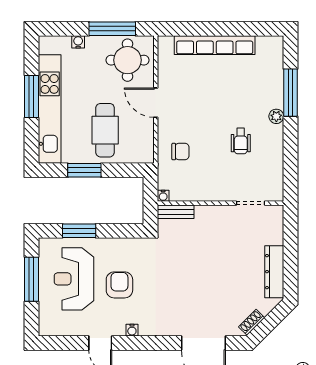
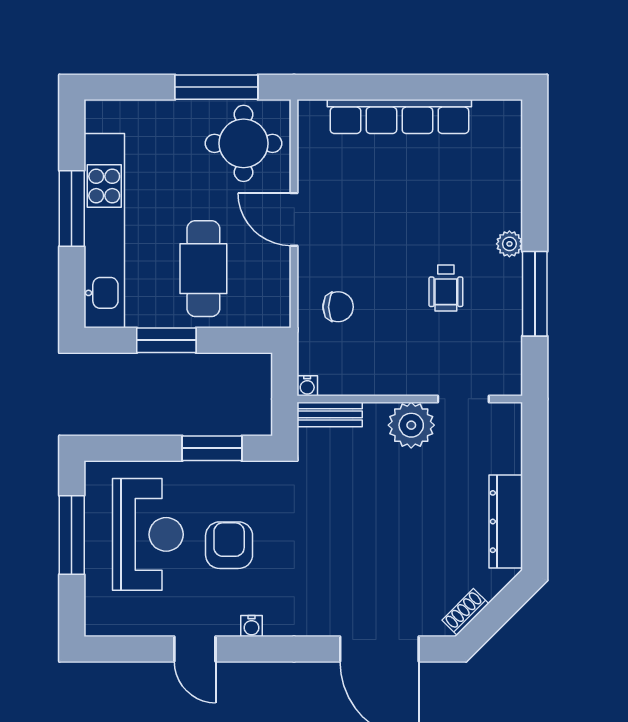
water cooler: (78, 42) -> (155, 111), removed
window: (290, 93) -> (535, 294), moved
plant: (221, 218) -> (411, 425), added
window: (79, 231) -> (212, 448), moved
reception desk: (74, 279) -> (148, 534), turned 180

